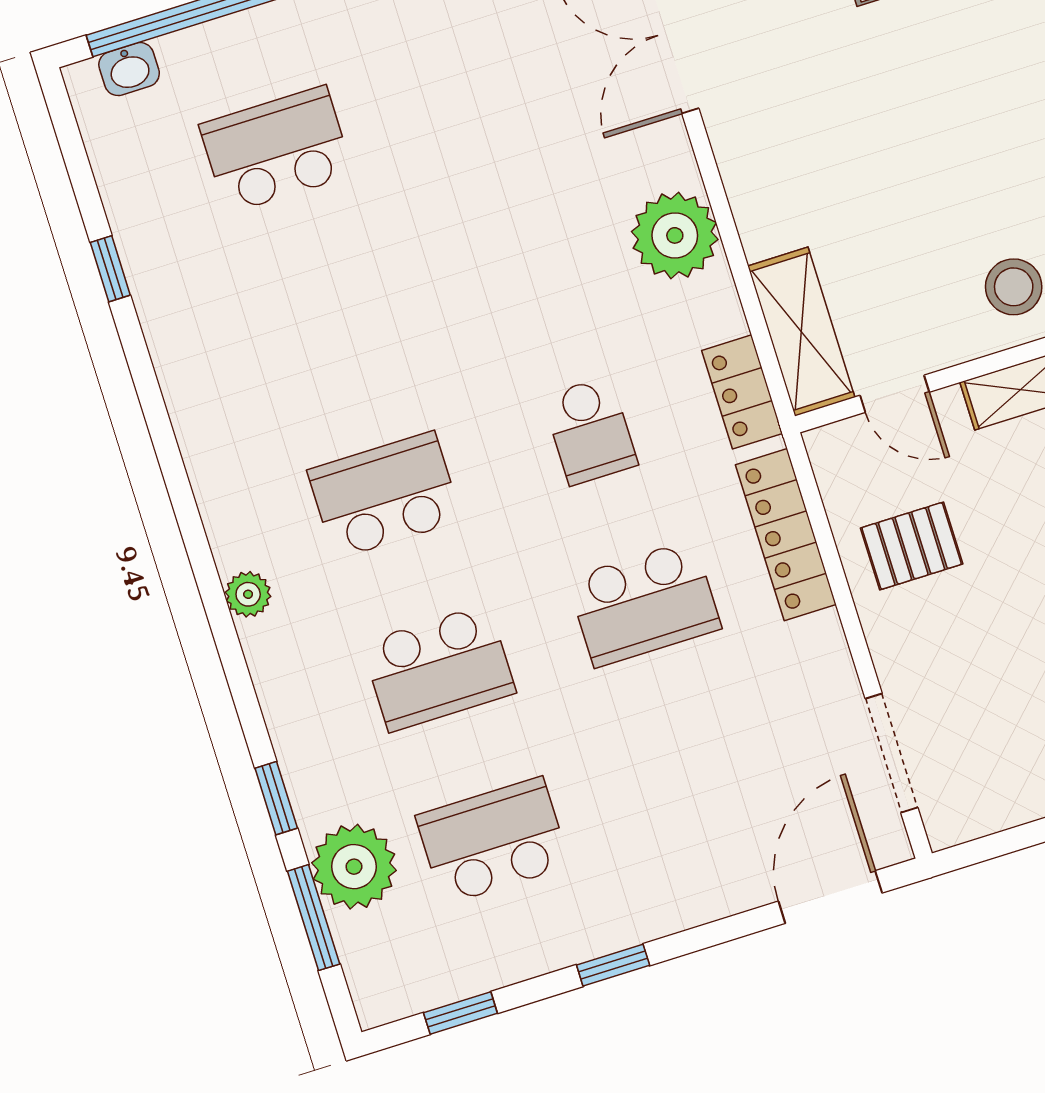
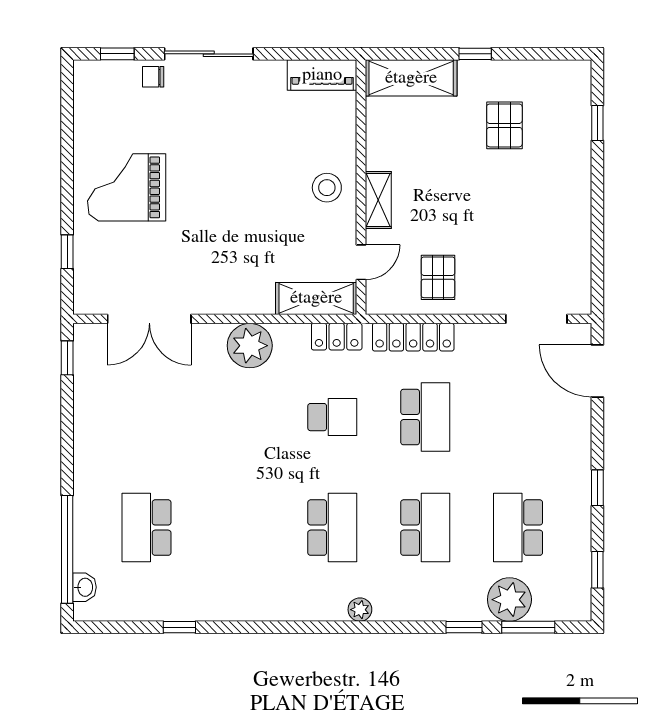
school desk: (385, 495) -> (332, 528), turned 180

